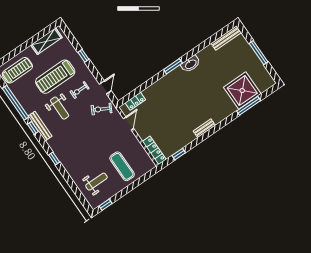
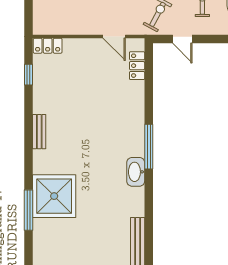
window: (173, 66) -> (149, 147), width x1.44
shower: (242, 91) -> (54, 196), moved
locker: (154, 150) -> (48, 46), width x0.66

